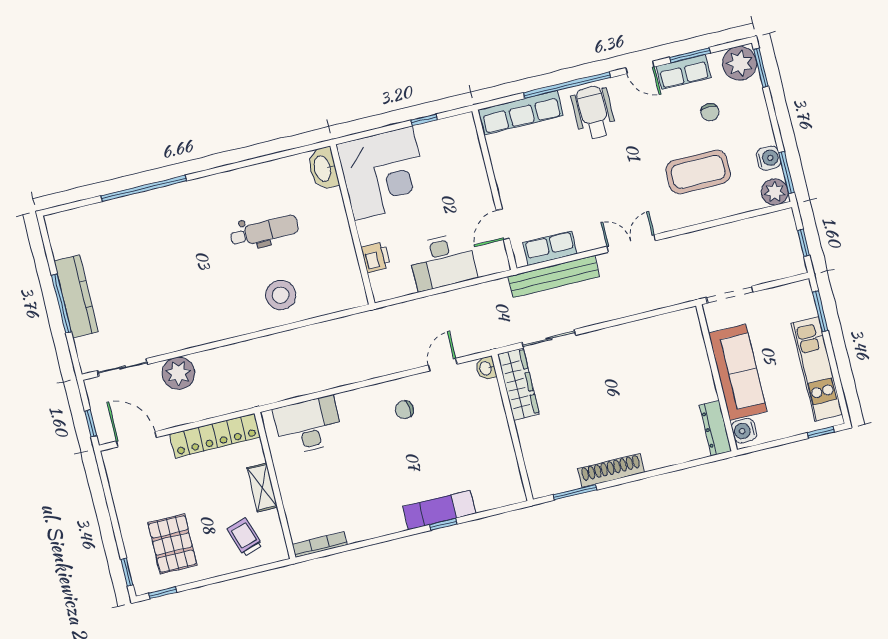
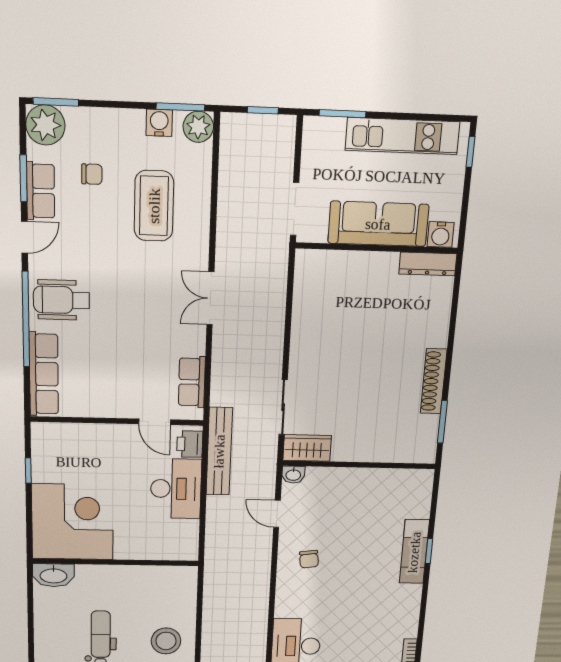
printer: (376, 257) -> (190, 444), moved, turned -90
bench: (554, 277) -> (219, 451), moved
wardrobe: (518, 384) -> (307, 448), width x0.67

